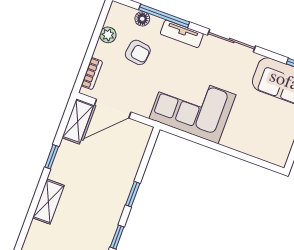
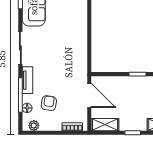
plant: (108, 35) -> (34, 125), moved
corner sofa: (192, 107) -> (70, 57), removed
door: (113, 109) -> (89, 95), moved

